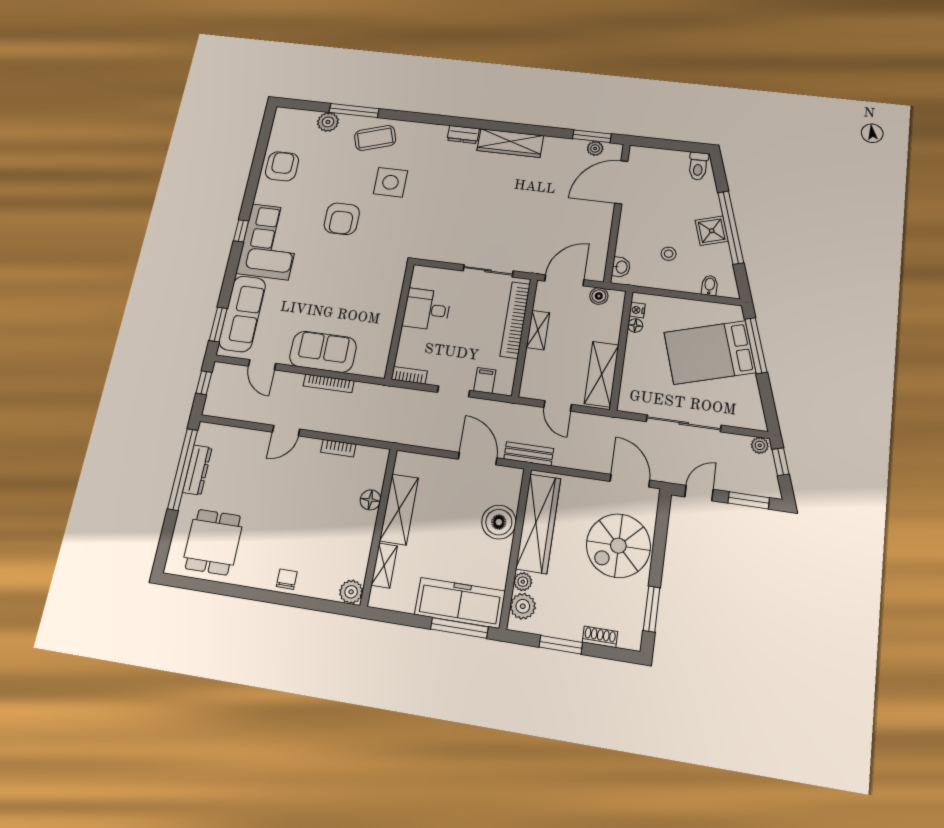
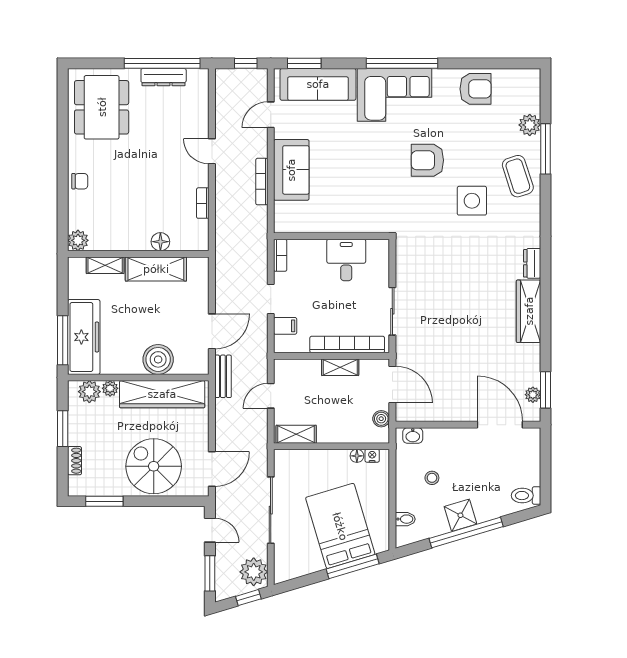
window: (241, 231) -> (402, 63), width x3.17
shelving: (602, 374) -> (296, 434), width x0.67, depth x0.75
plant: (760, 445) -> (254, 572), width x1.88, depth x1.88
dining table: (213, 542) -> (102, 107), width x1.38

